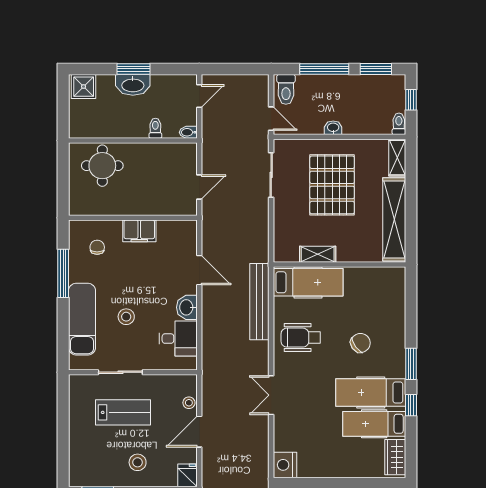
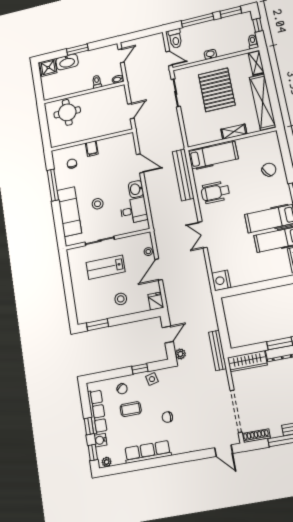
washbasin: (133, 85) -> (67, 62), moved
filing cabinet: (139, 231) -> (92, 149), width x0.50
shelving: (318, 254) -> (234, 132), moved
chair: (360, 343) -> (269, 170), moved
lab bench: (123, 412) -> (106, 267), turned 180

